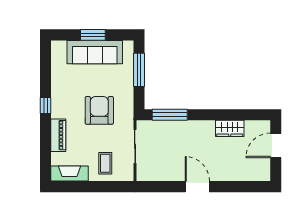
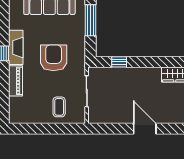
window: (170, 115) -> (119, 62), width x0.46
fireplace: (70, 174) -> (16, 47), moved, turned 90

